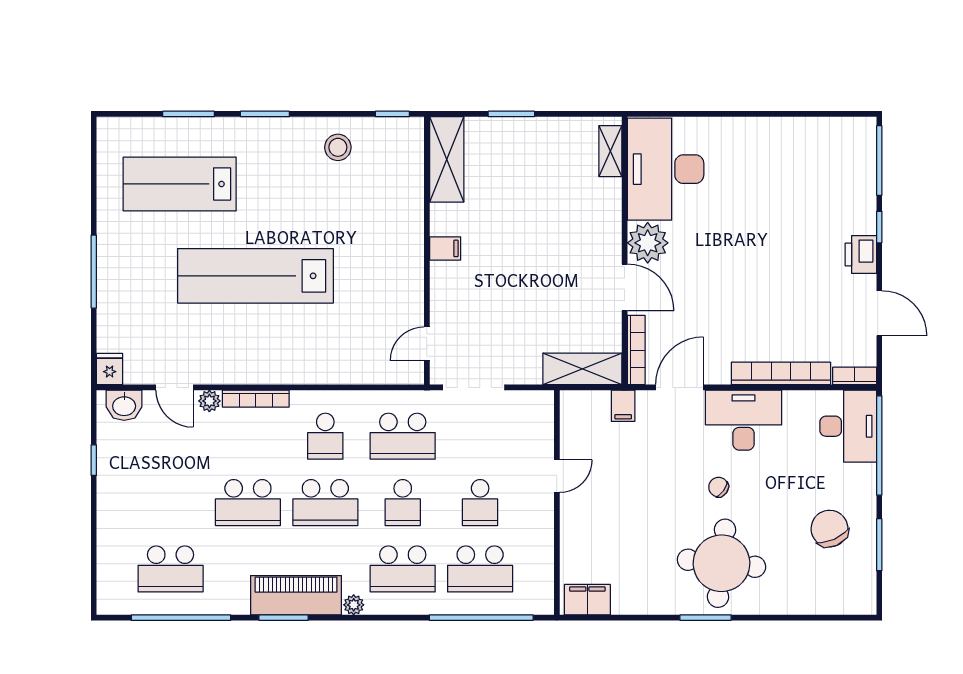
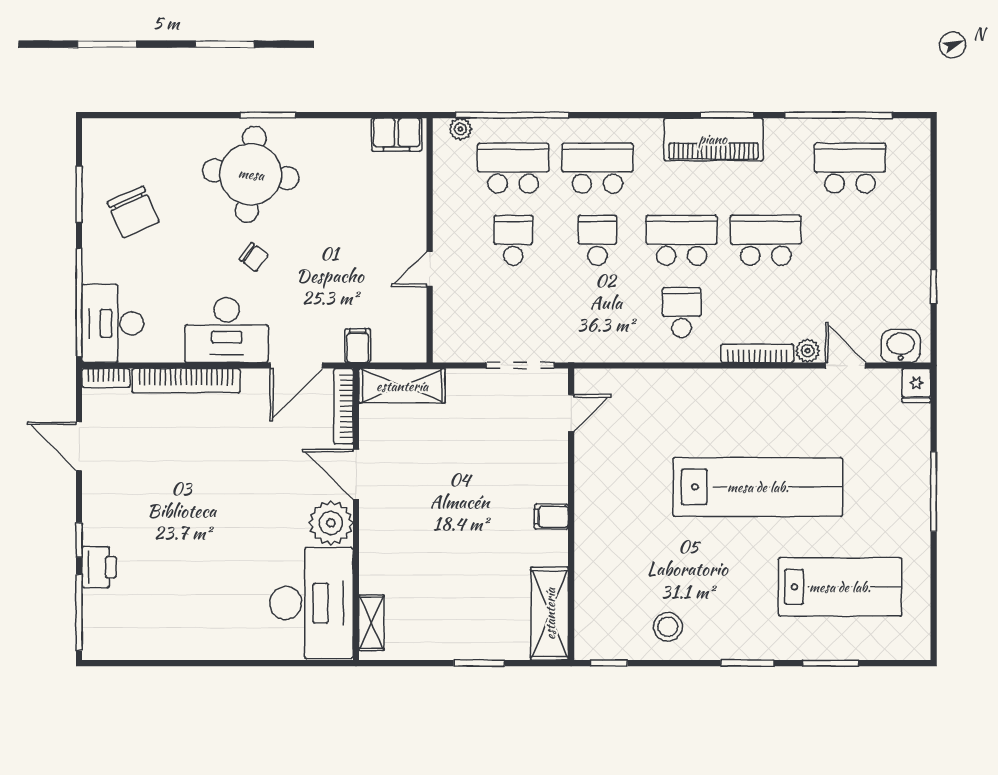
printer: (861, 254) -> (99, 567), moved
school desk: (403, 436) -> (597, 313), removed
plant: (354, 605) -> (460, 129), moved

